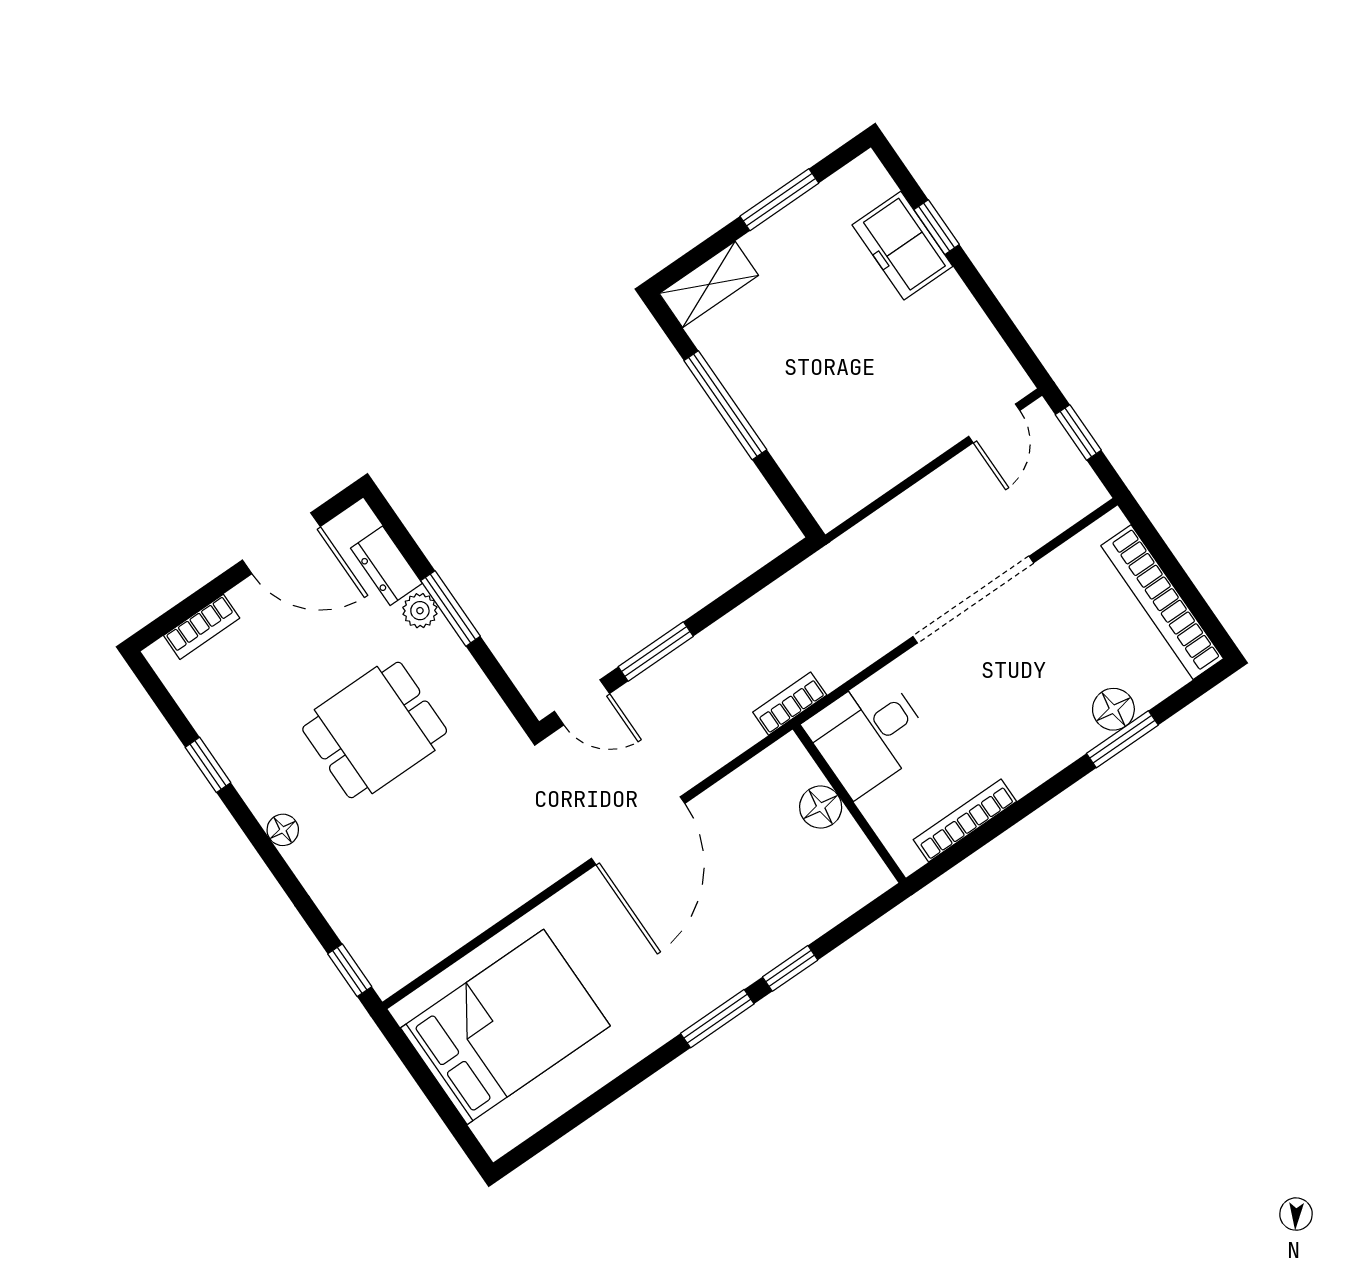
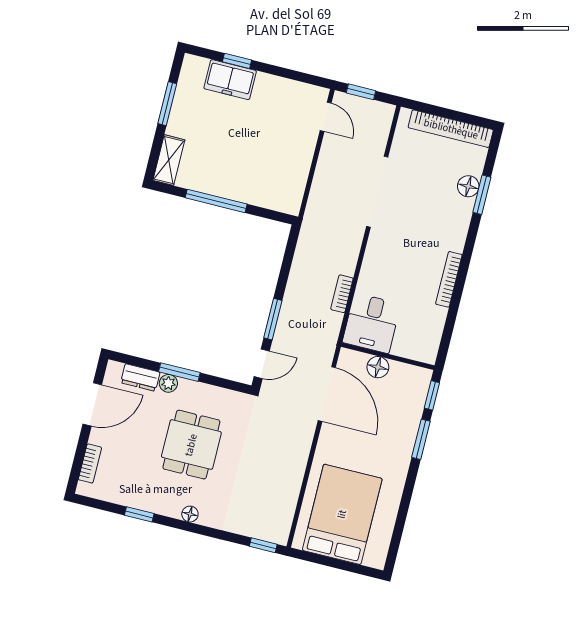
desk: (868, 734) -> (372, 323), moved
wall: (849, 804) -> (388, 356), moved
floor lamp: (821, 807) -> (378, 367), moved

